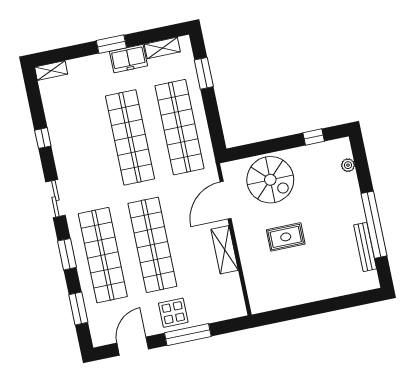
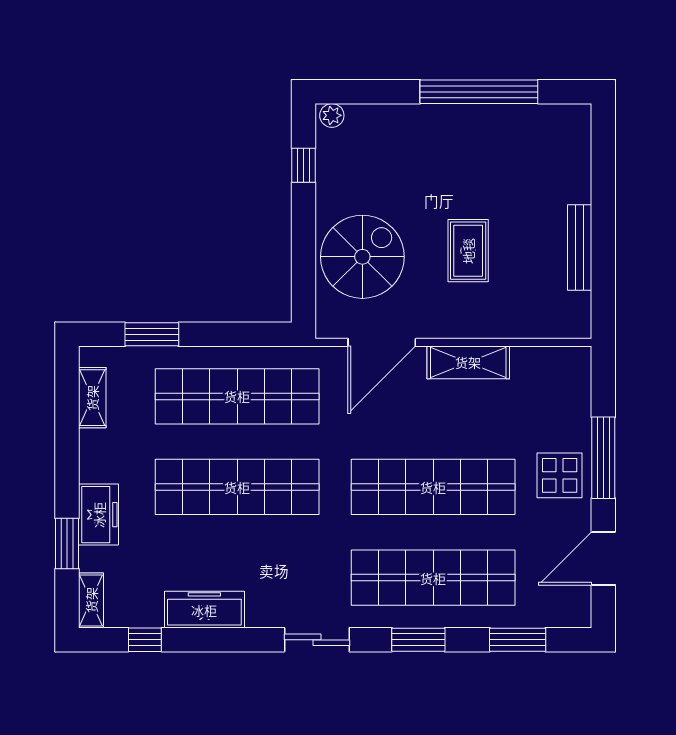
window: (111, 44) -> (67, 543), moved
freezer: (128, 59) -> (99, 515), moved
freezer: (59, 134) -> (204, 610), added
window: (43, 138) -> (145, 640), moved
plant: (348, 165) -> (332, 115), moved
door: (226, 200) -> (382, 342), hinge flipped
bench: (365, 247) -> (580, 248), moved, turned 90
door: (133, 346) -> (603, 558), hinge flipped

